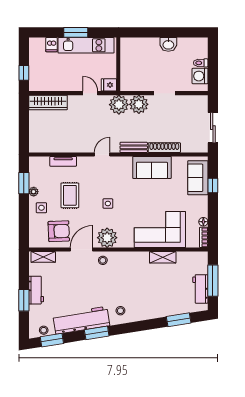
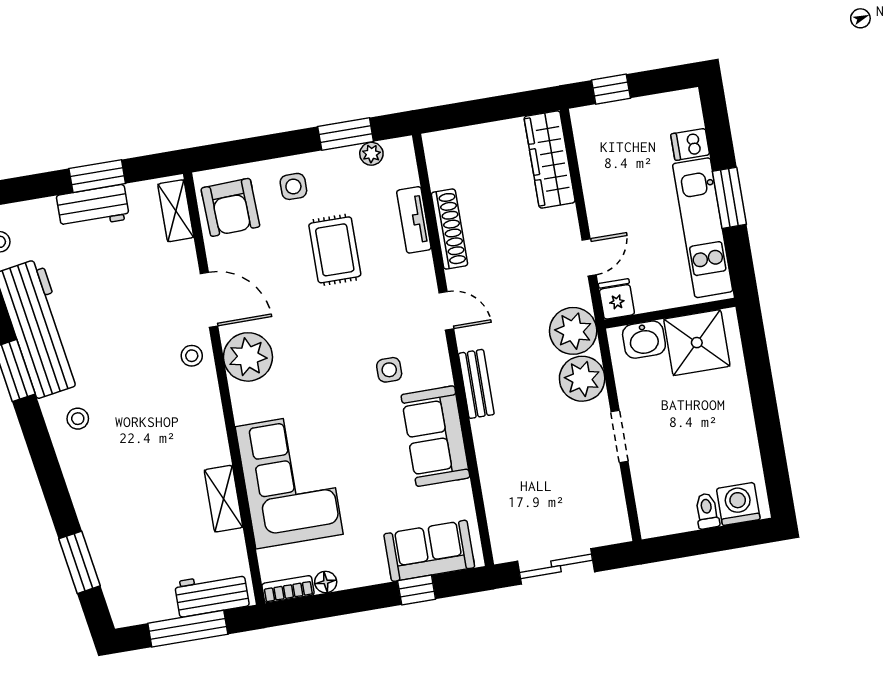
washbasin: (168, 44) -> (644, 340), moved, turned -90
shower: (132, 55) -> (697, 343), added
washing machine: (200, 76) -> (738, 504), moved
shoe rack: (164, 148) -> (449, 229), moved
plant: (34, 192) -> (371, 154), moved
rug: (70, 195) -> (335, 250), turned 90
side table: (108, 203) -> (389, 370), moved
armchair: (59, 231) -> (230, 207), moved
workbench: (200, 289) -> (212, 594), moved
window: (24, 300) -> (97, 176), moved

